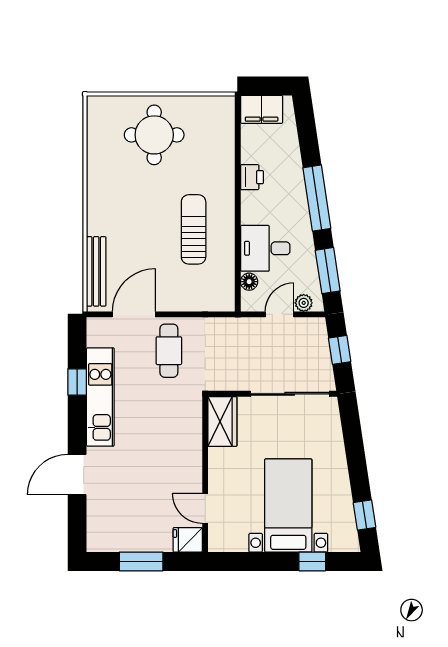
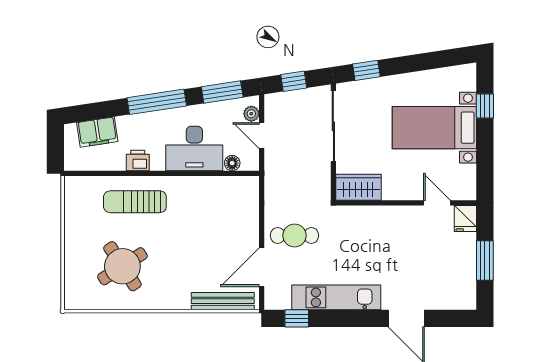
filing cabinet: (262, 109) -> (97, 132), moved, turned 81
round table: (154, 135) -> (122, 266), moved, turned -33
sun lounger: (194, 229) -> (135, 202), moved
desk: (265, 248) -> (194, 148), width x1.37
door: (134, 314) -> (262, 267), hinge flipped
window: (77, 382) -> (297, 318), moved
door: (205, 508) -> (437, 203), swing flipped
window: (364, 515) -> (366, 70), moved

